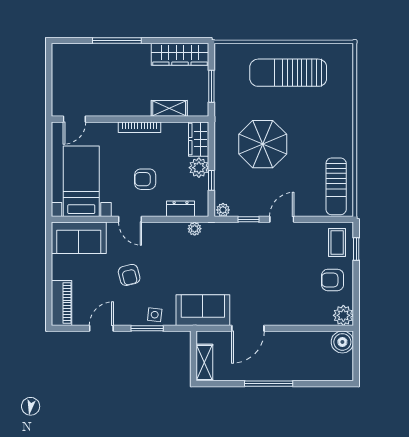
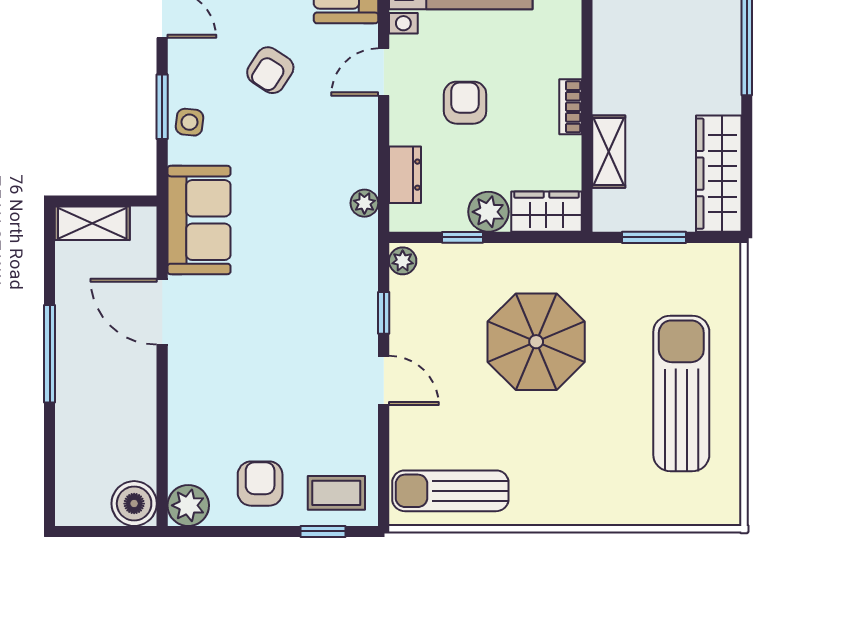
bookcase: (140, 127) -> (570, 107), width x0.64
armchair: (129, 275) -> (270, 70), turned -43

